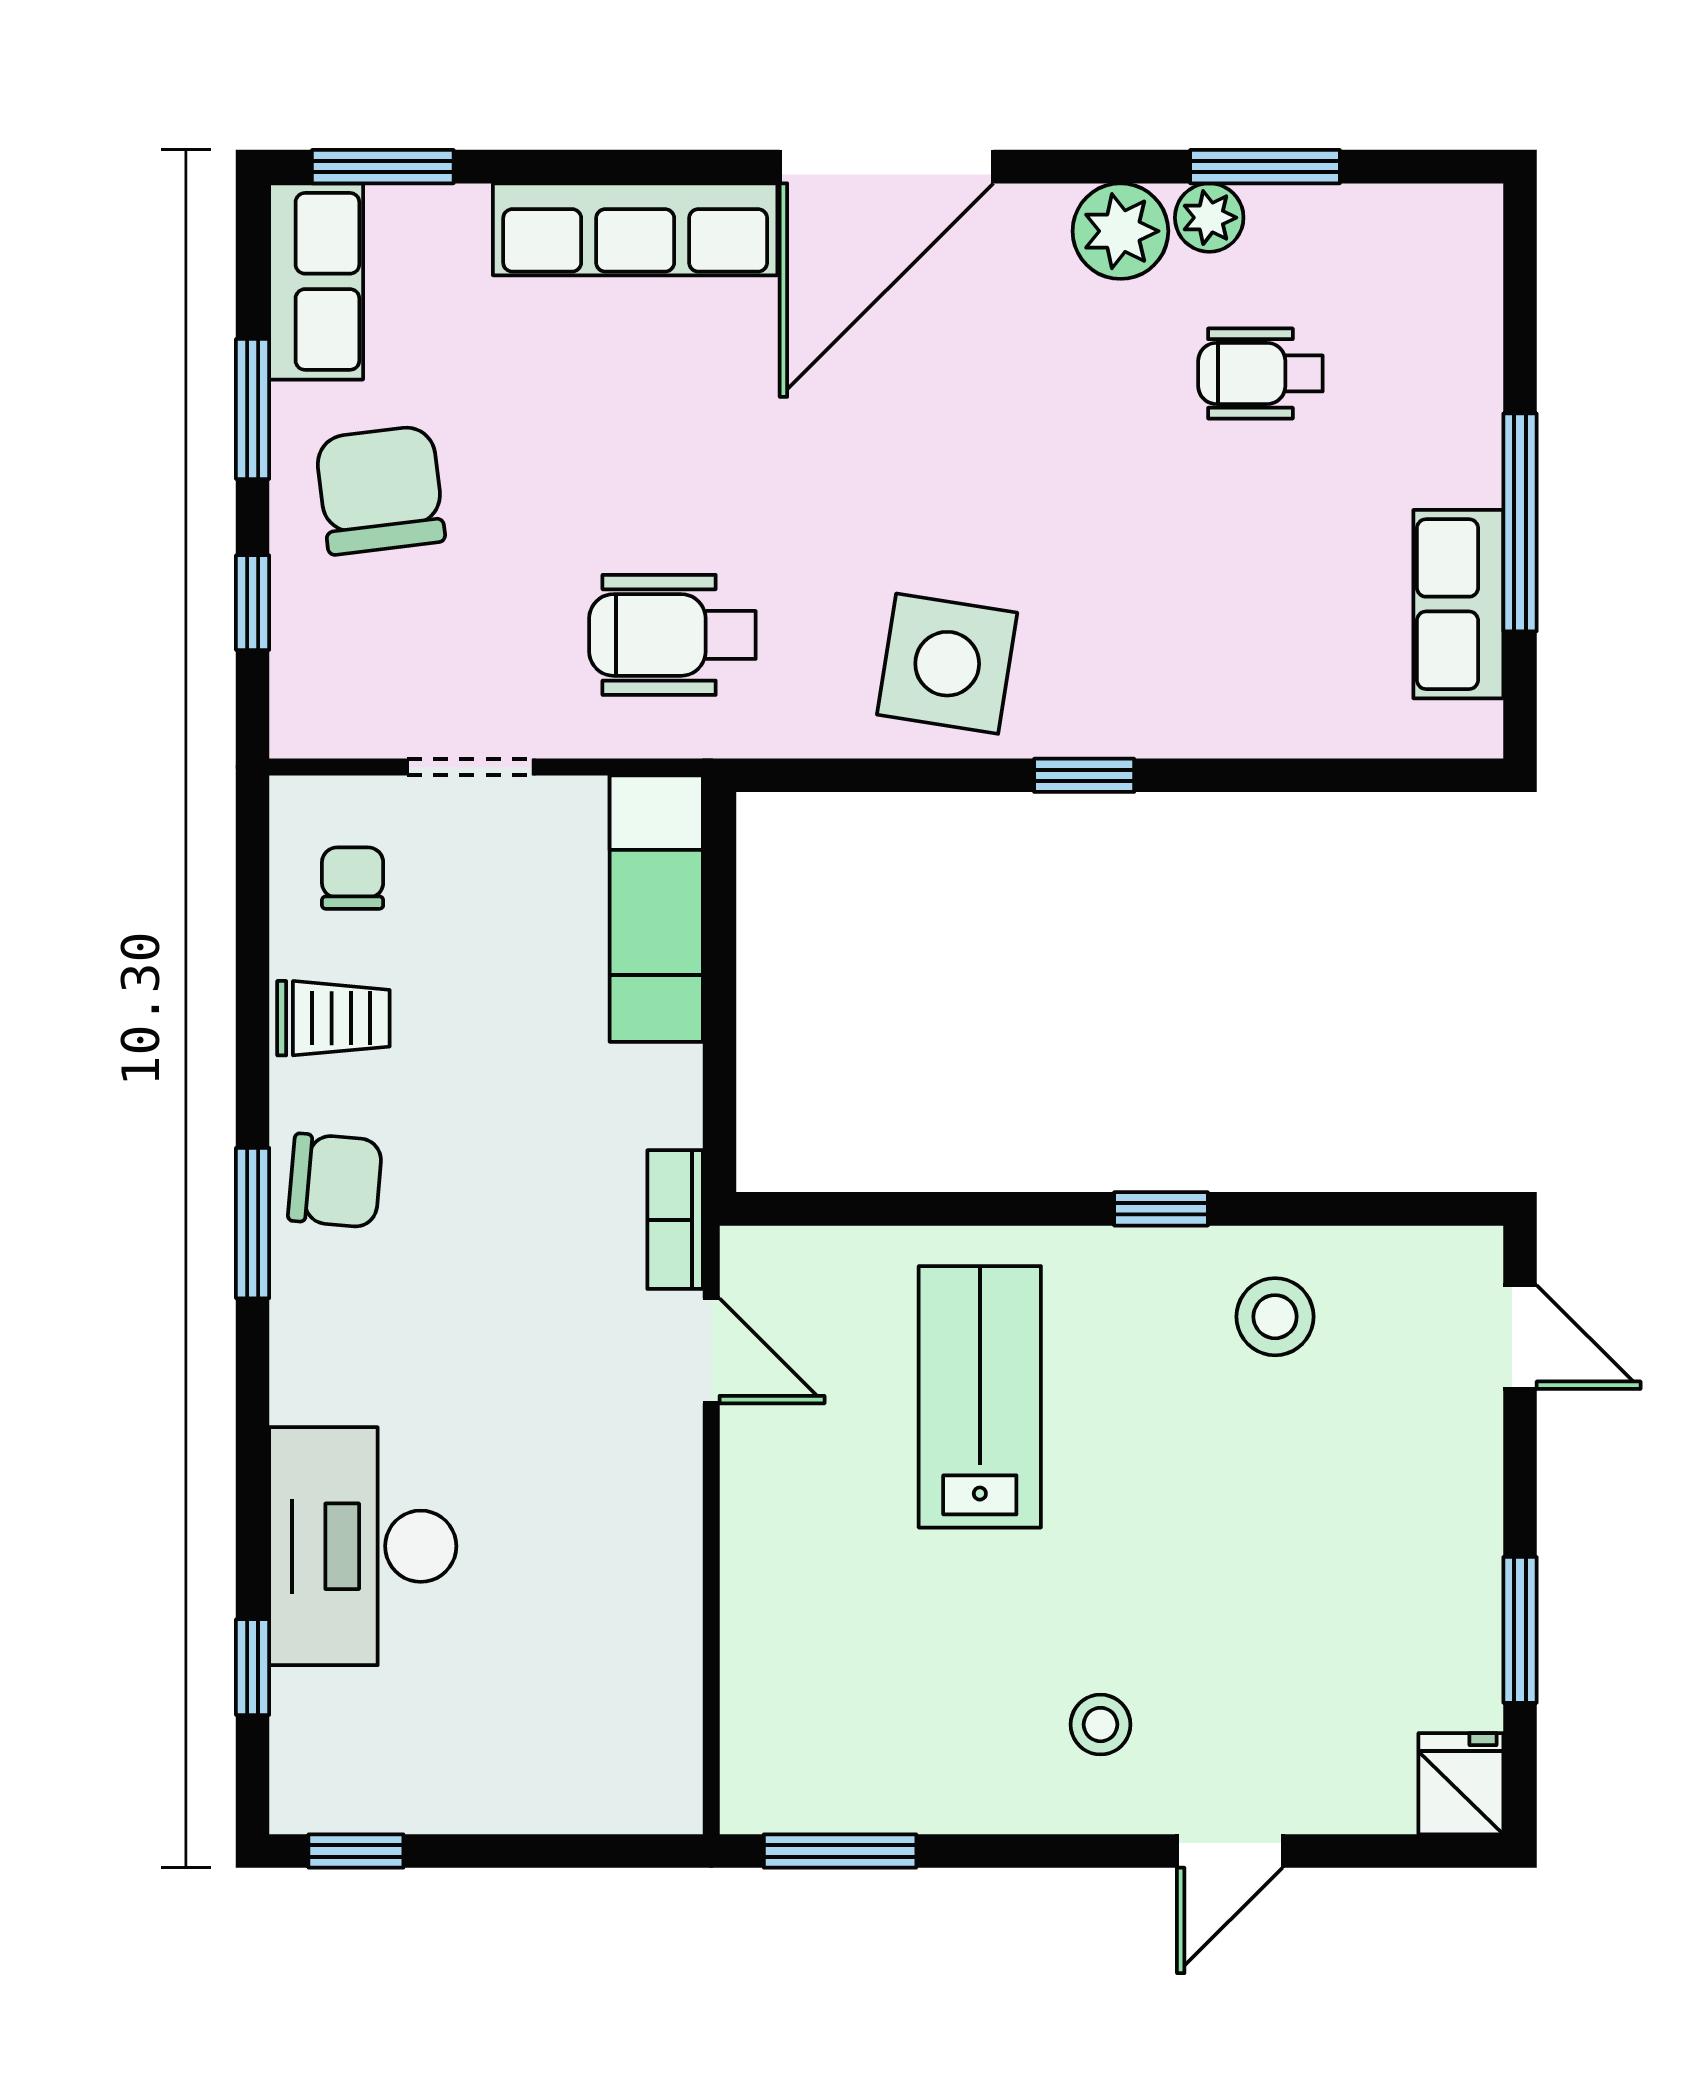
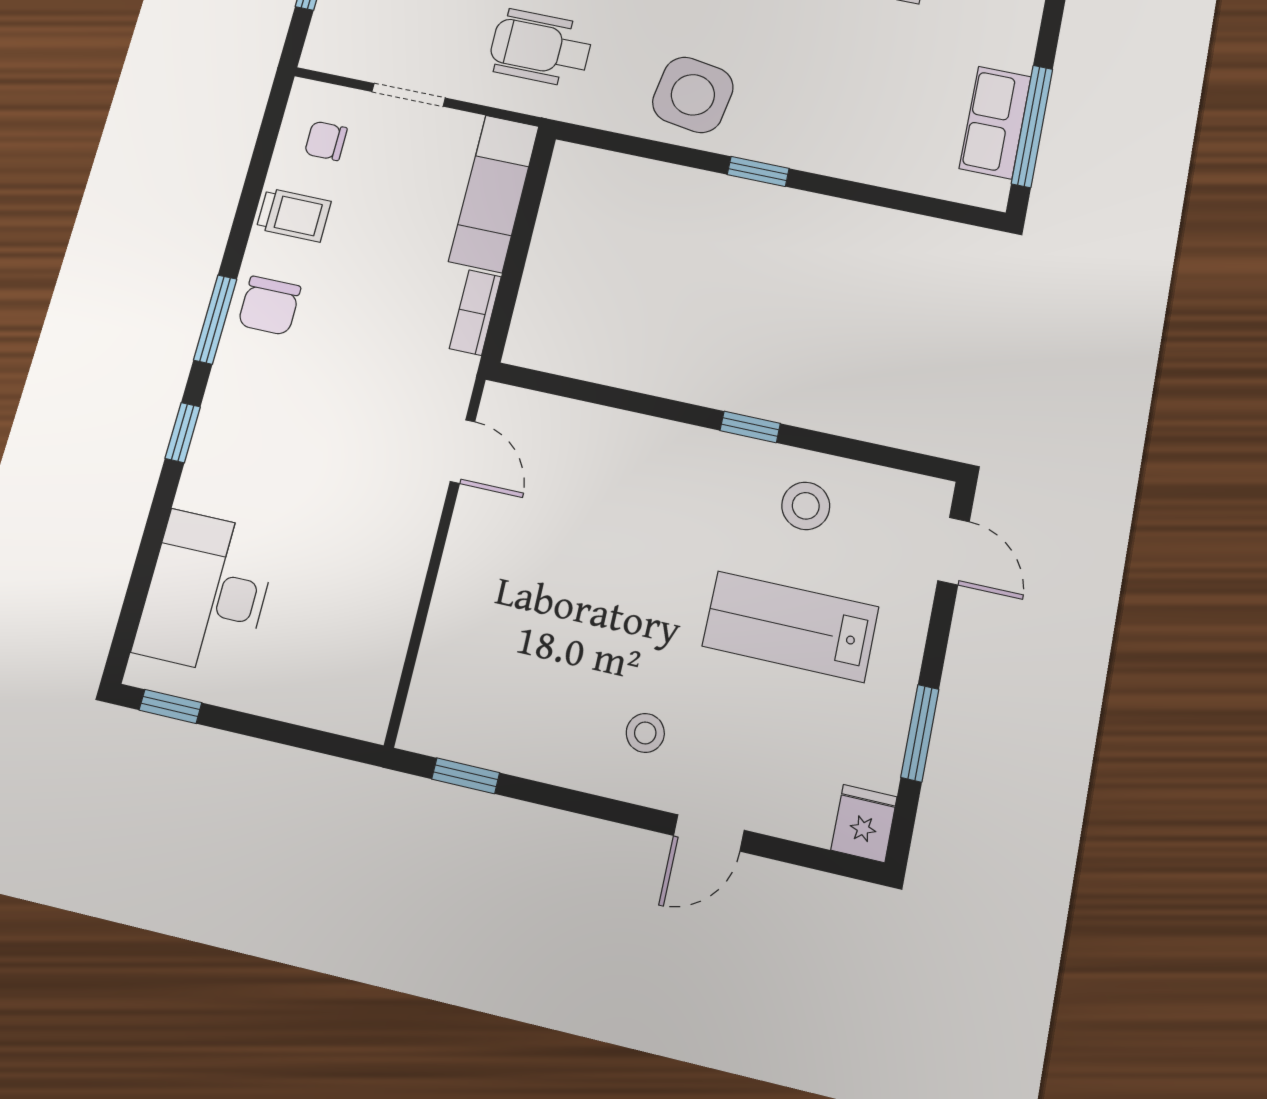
window: (1520, 522) -> (1032, 126), moved
chair: (353, 878) -> (326, 141), turned -90
chair: (335, 1181) -> (269, 306), turned 85
bookcase: (675, 1220) -> (475, 312), moved
lab bench: (980, 1397) -> (791, 627), moved, turned -90
desk: (363, 1546) -> (206, 592), moved
window: (253, 1667) -> (183, 433), moved
window: (840, 1851) -> (466, 776), width x0.67

